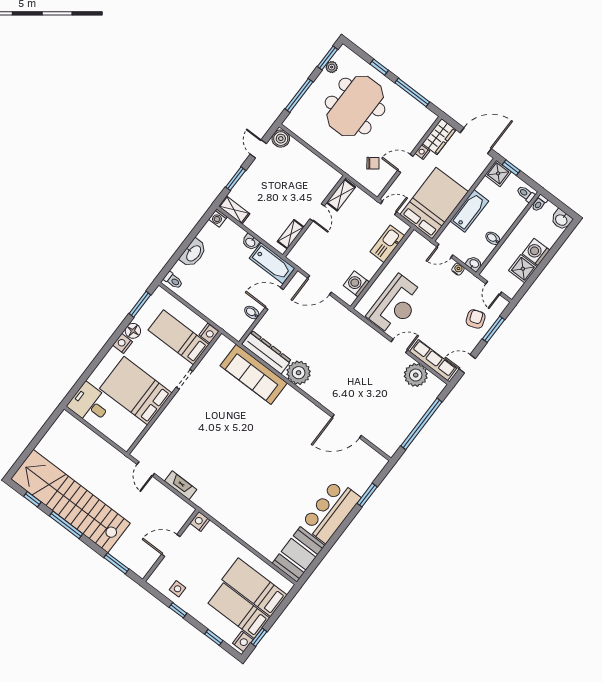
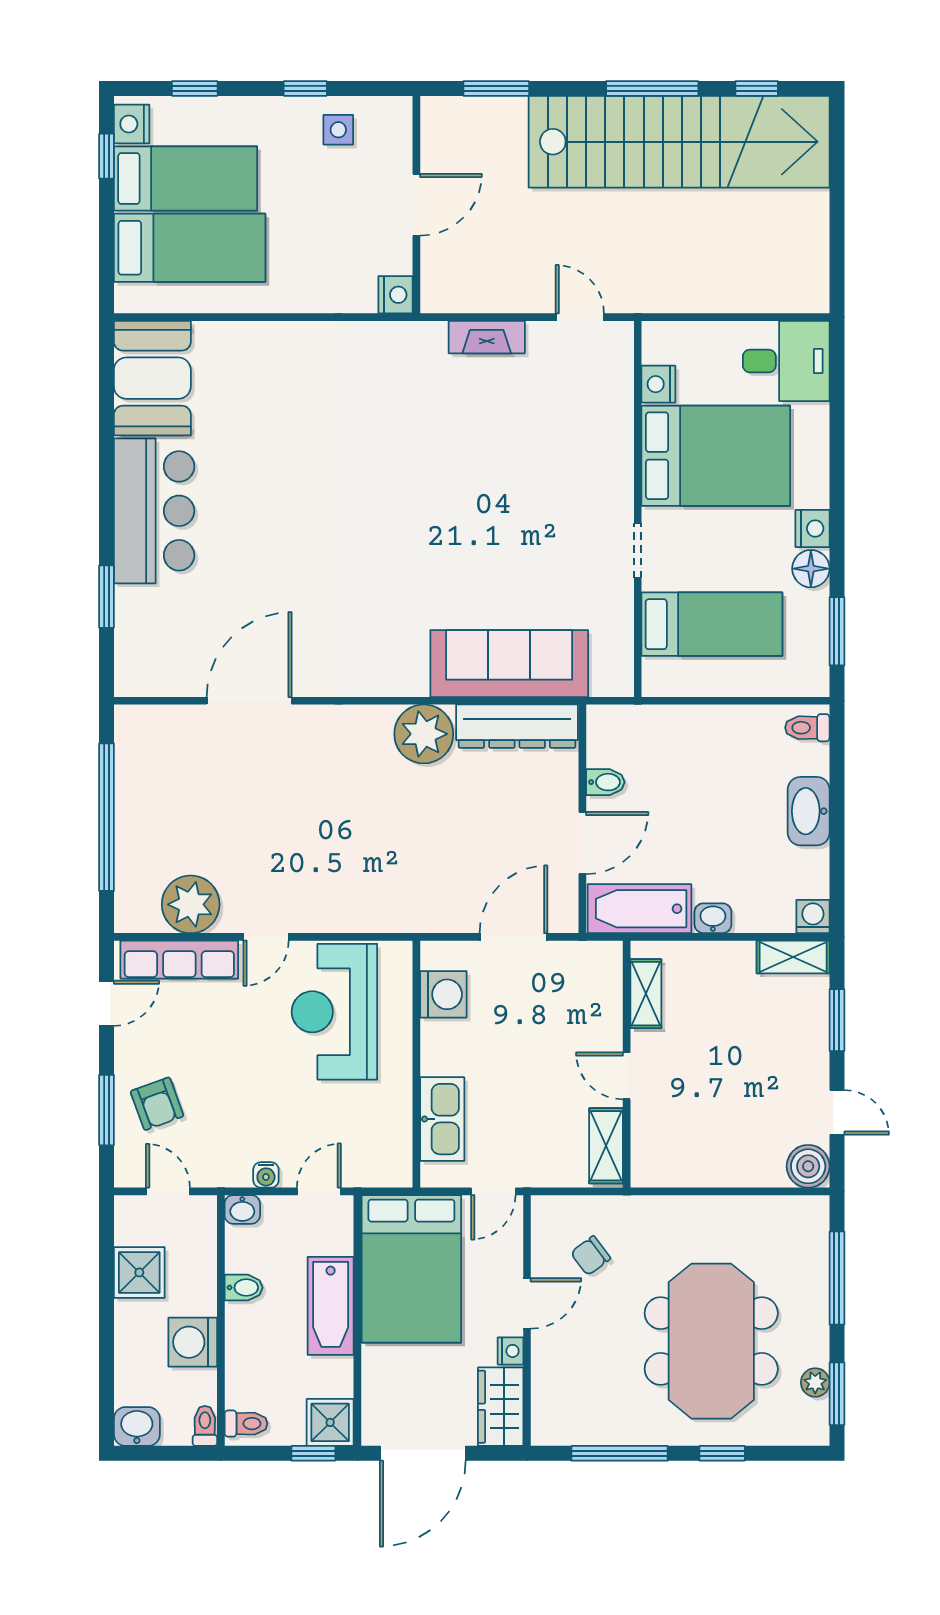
washing machine: (536, 252) -> (193, 1342), moved, turned 180
nightstand: (209, 333) -> (658, 384), moved

